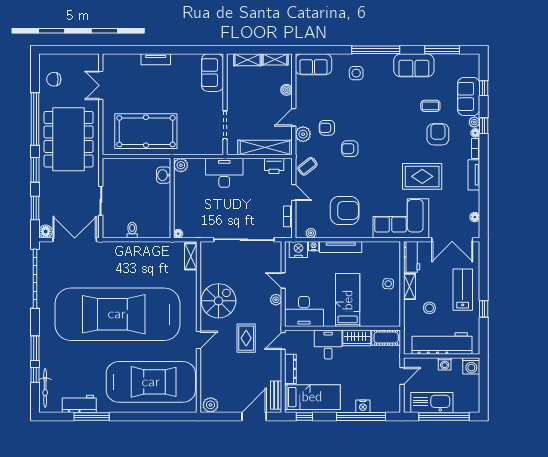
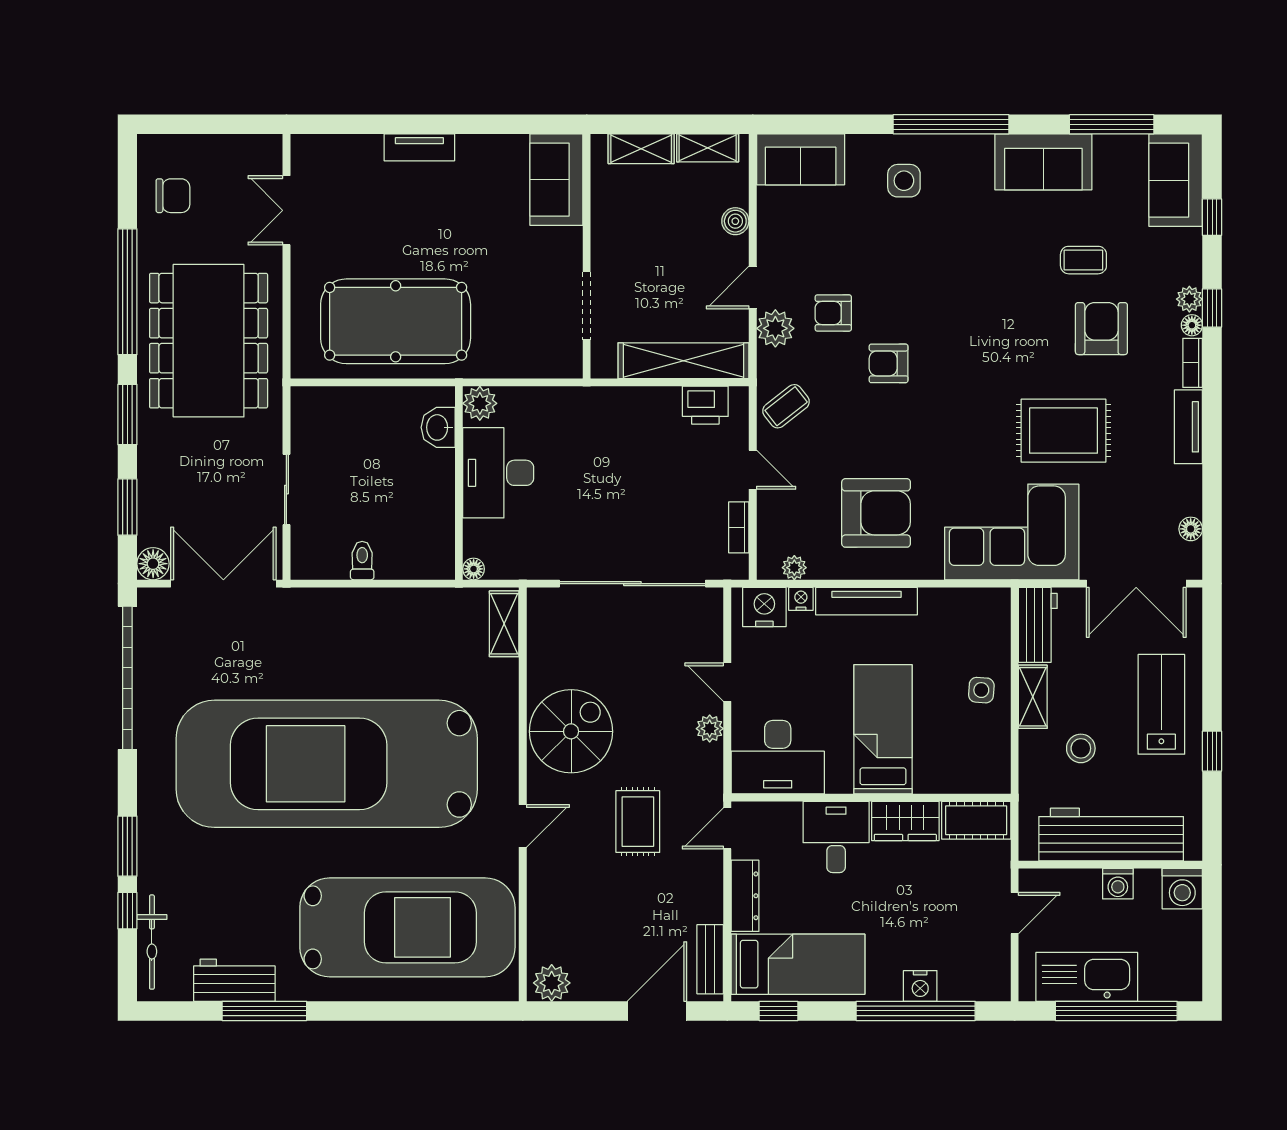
chair: (54, 79) -> (173, 196), turned 180
sofa: (469, 96) -> (1176, 180), moved
desk: (224, 173) -> (498, 473), moved, turned -90

